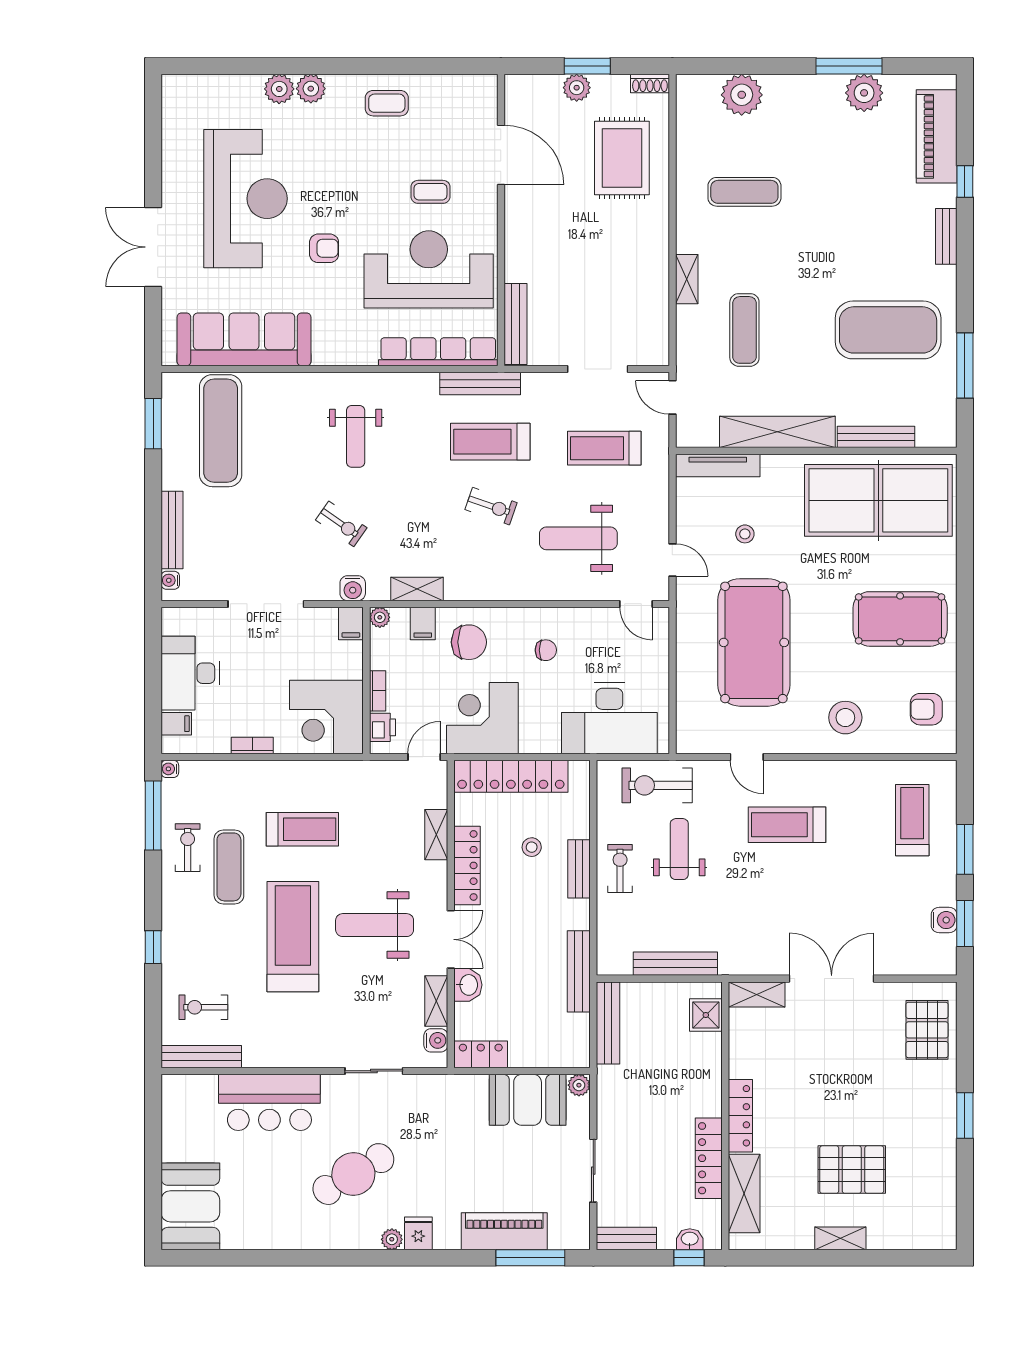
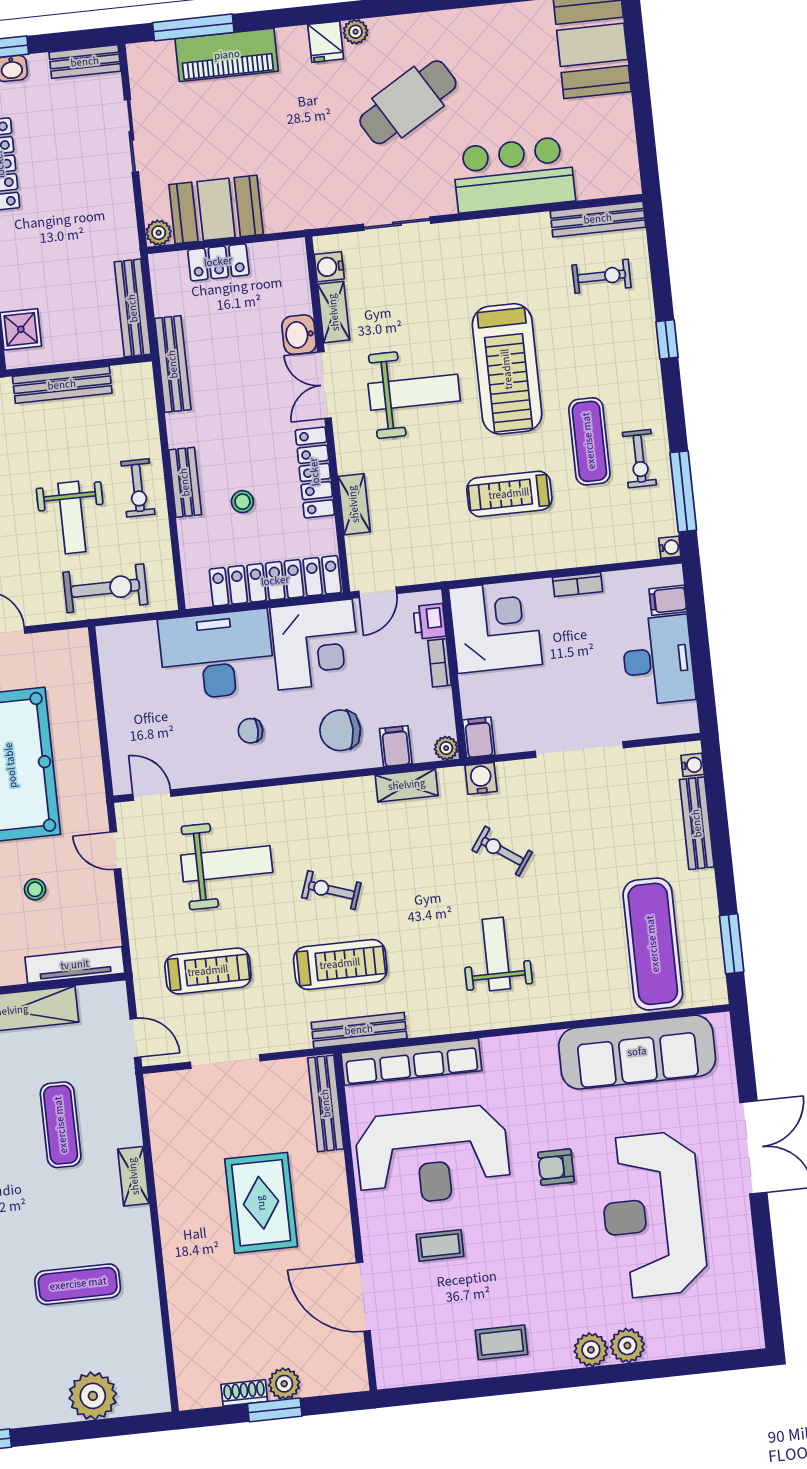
shoe rack: (650, 83) -> (244, 1393), moved
rug: (622, 158) -> (261, 1203), moved
desk: (609, 718) -> (217, 655), moved
locker: (481, 1054) -> (218, 262), moved

